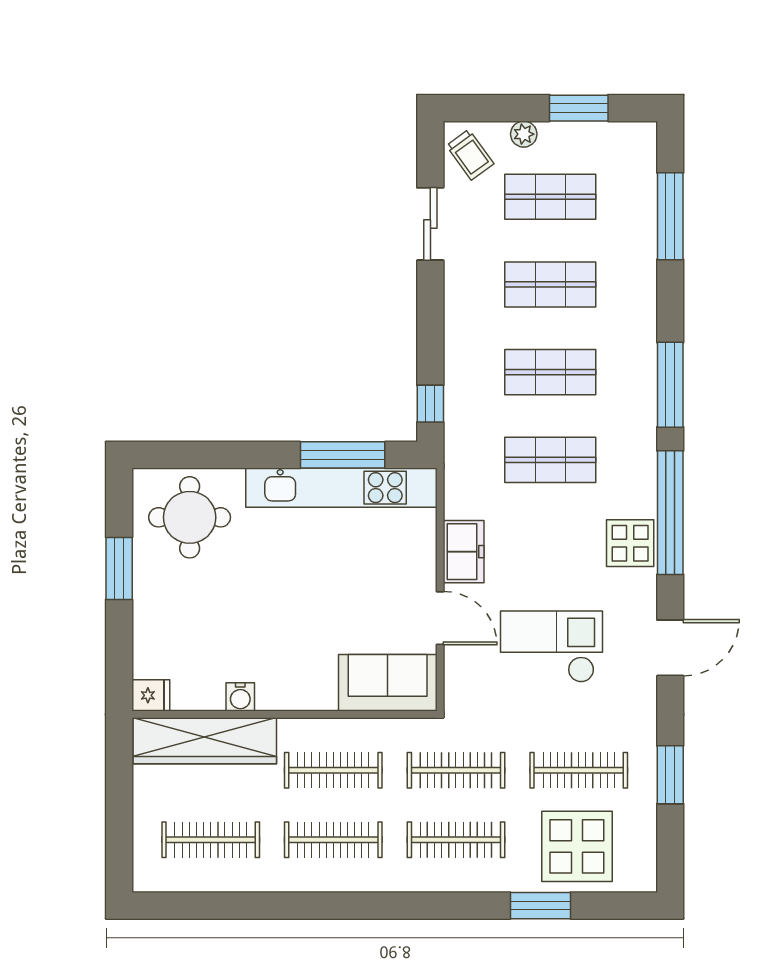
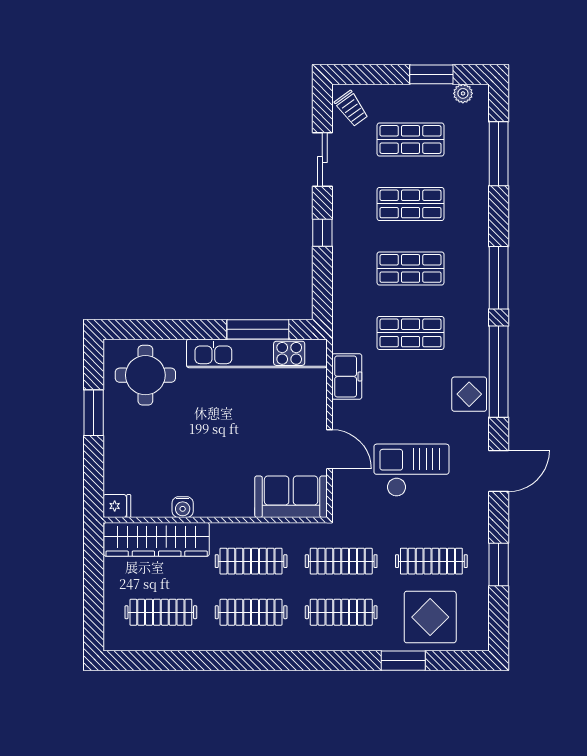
plant: (524, 134) -> (463, 93), moved
window: (430, 404) -> (322, 233), moved
freezer: (464, 552) -> (347, 376), moved

